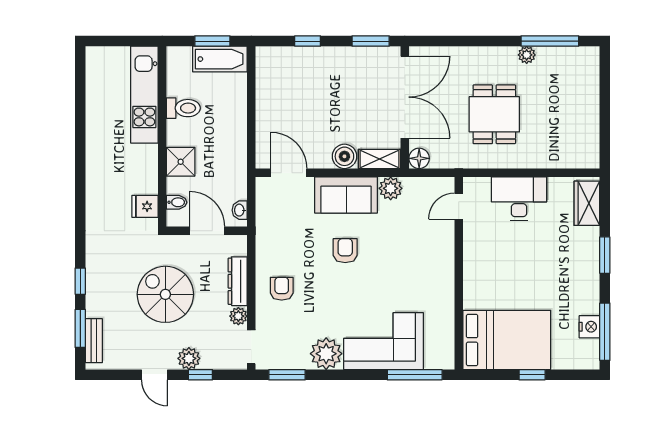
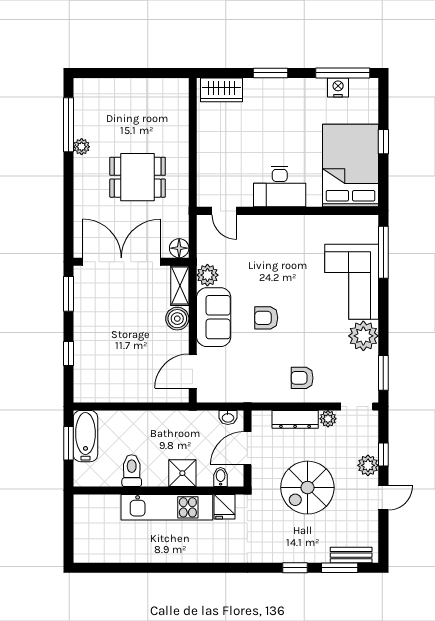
kitchen unit: (144, 95) -> (167, 507), moved
desk: (519, 198) -> (280, 186), moved, turned -90

